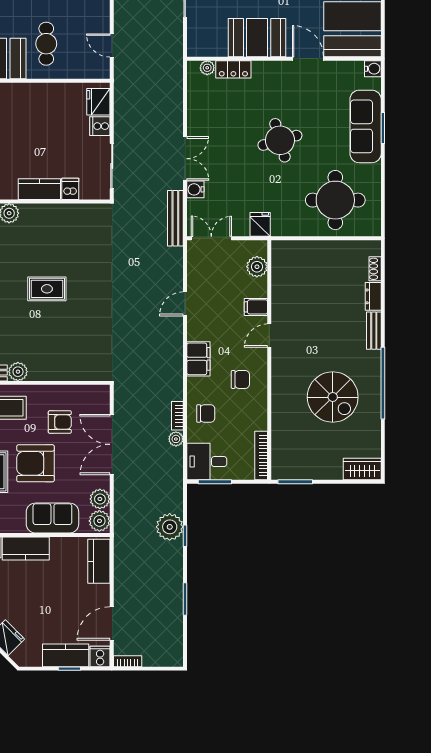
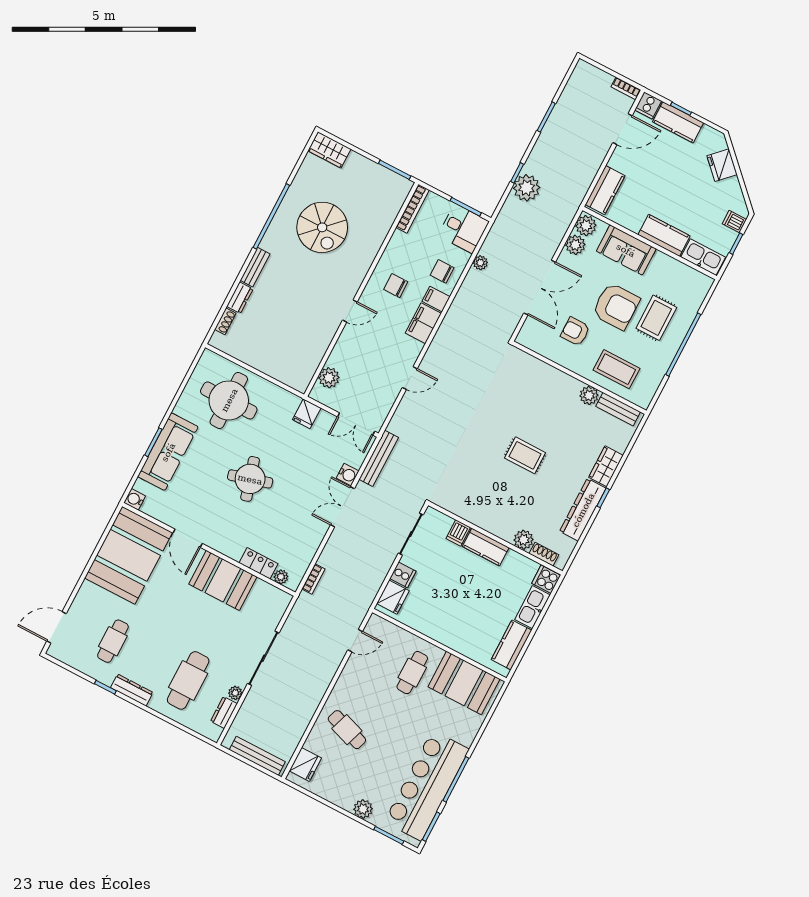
door: (112, 45) -> (355, 641), hinge flipped
filing cabinet: (256, 307) -> (436, 299), moved, turned 180
spiral stairs: (333, 397) -> (322, 227), turned 180
bookcase: (177, 416) -> (313, 579), moved

